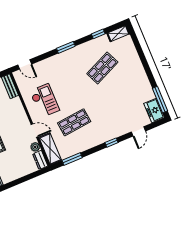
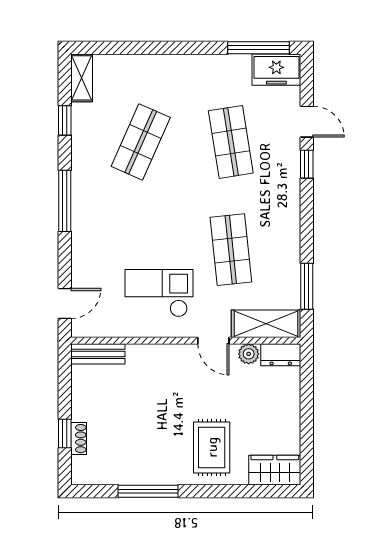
window: (66, 47) -> (65, 201), width x1.44
shop shelf: (102, 68) -> (141, 142), turned 48
shop shelf: (117, 104) -> (231, 142), added
door: (35, 130) -> (213, 341), swing flipped
window: (112, 143) -> (307, 164), moved

